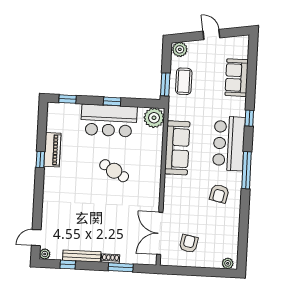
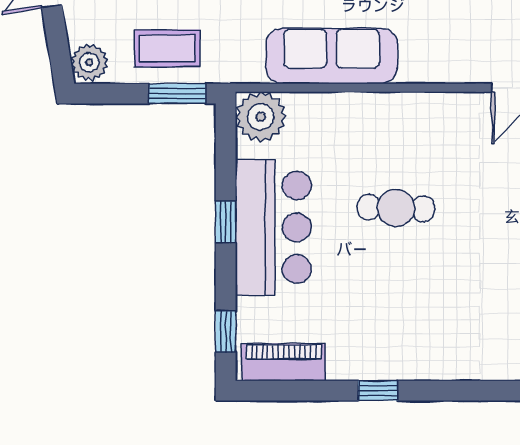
piano: (52, 150) -> (284, 362), moved
cafe table: (114, 171) -> (396, 208), turned 62

